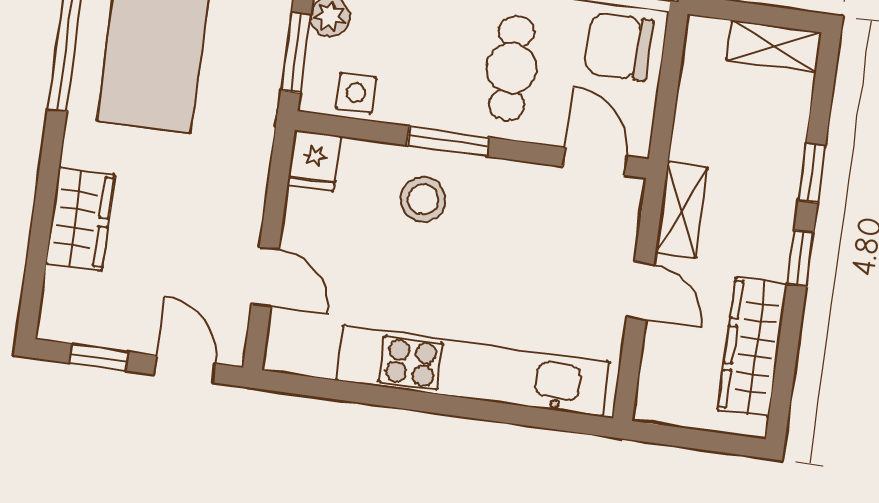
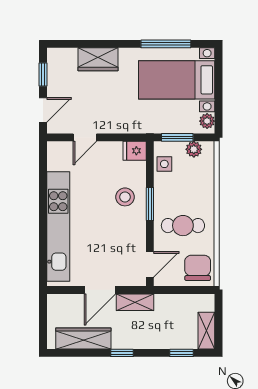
window: (812, 173) -> (182, 353), moved
door: (640, 291) -> (100, 290), width x1.38

